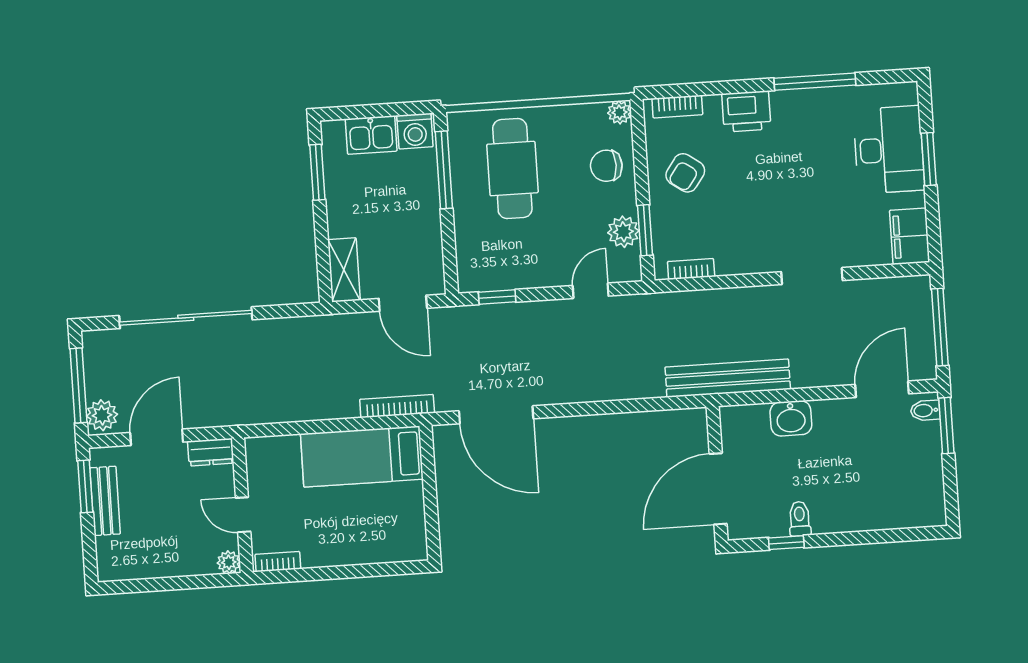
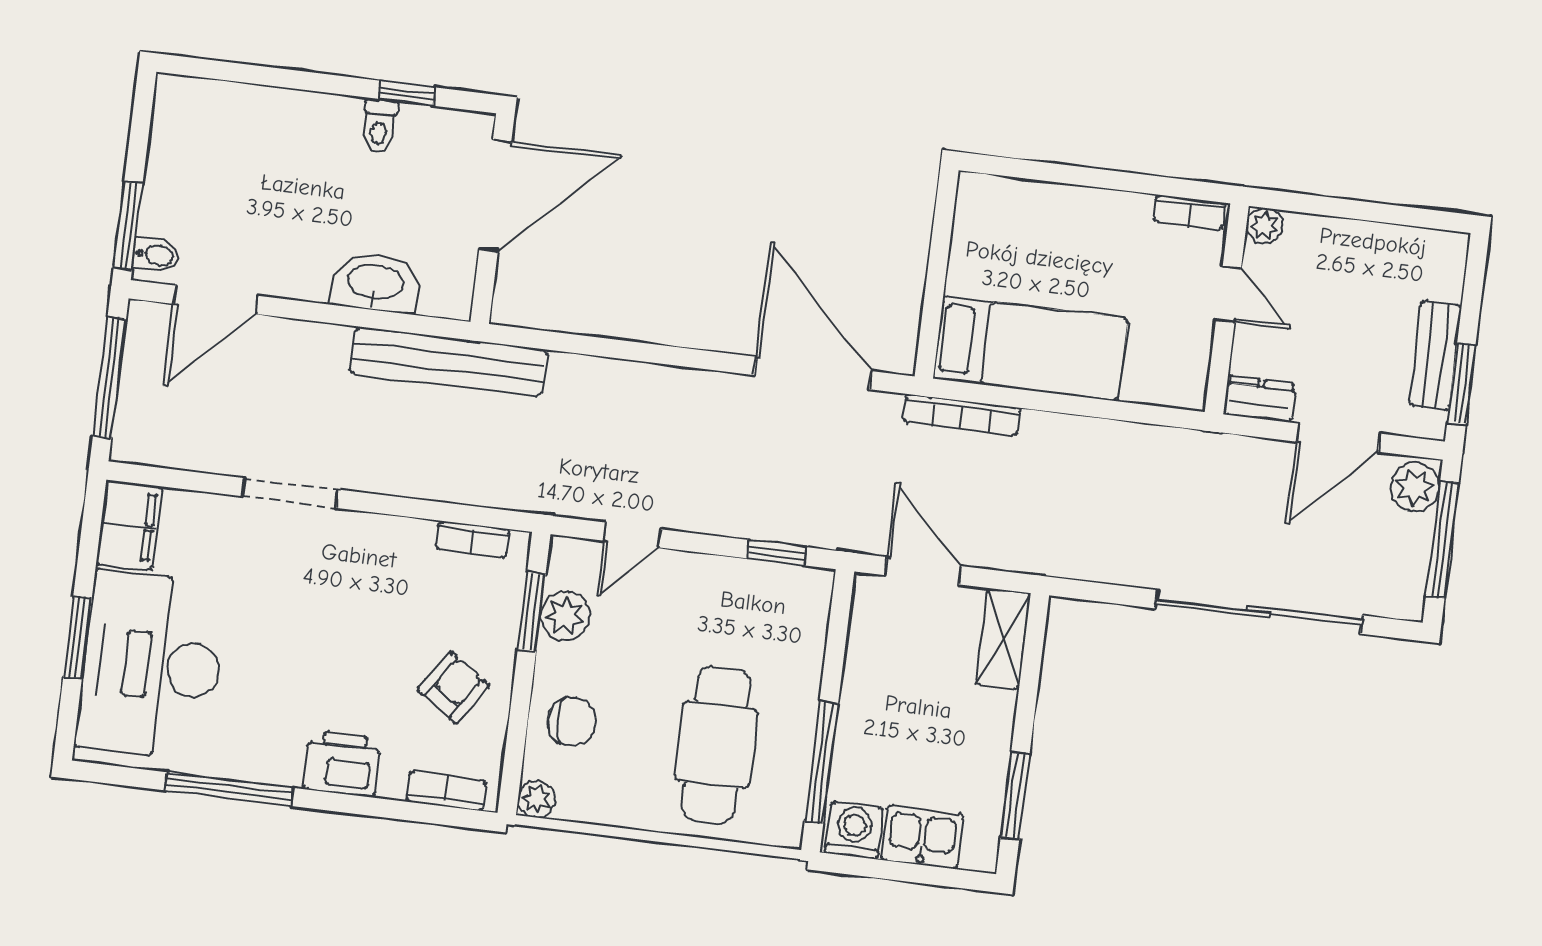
desk: (889, 150) -> (151, 665), width x1.36, depth x1.30
washbasin: (791, 418) -> (376, 283), width x1.38

